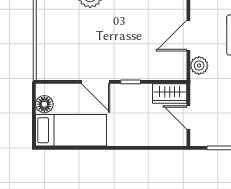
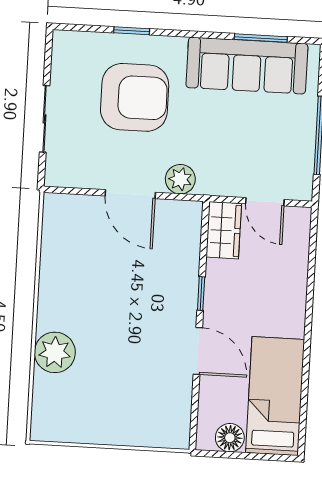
door: (96, 82) -> (198, 351), hinge flipped
door: (188, 117) -> (265, 202), hinge flipped

